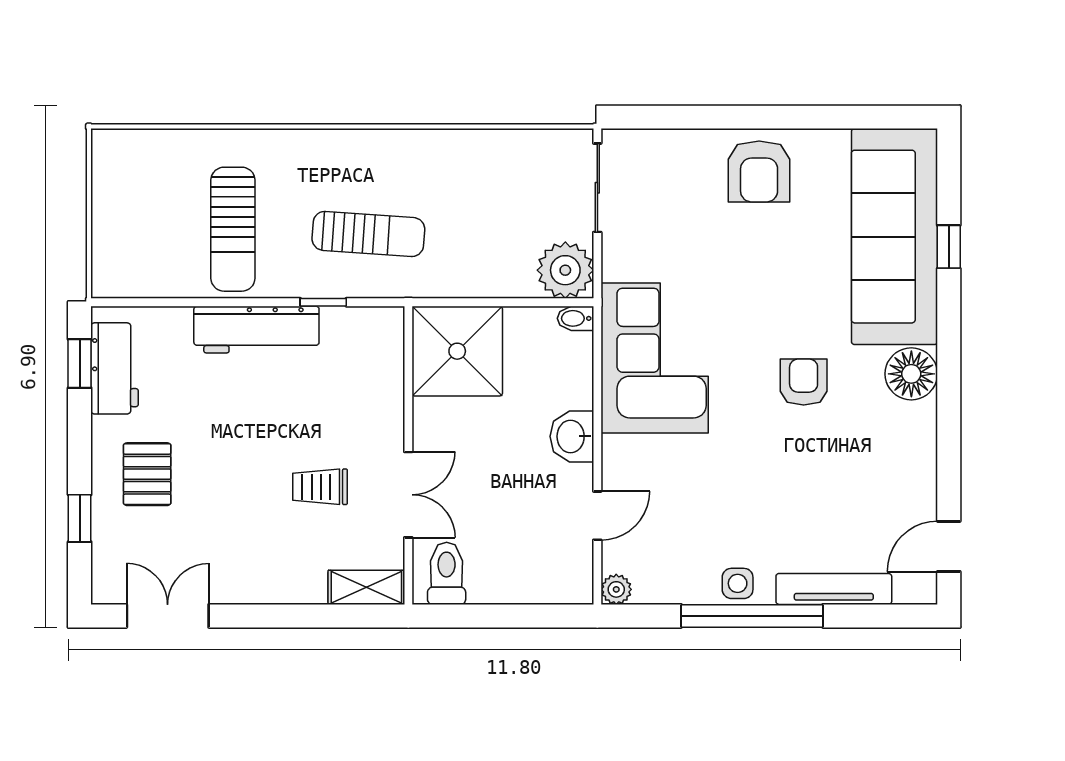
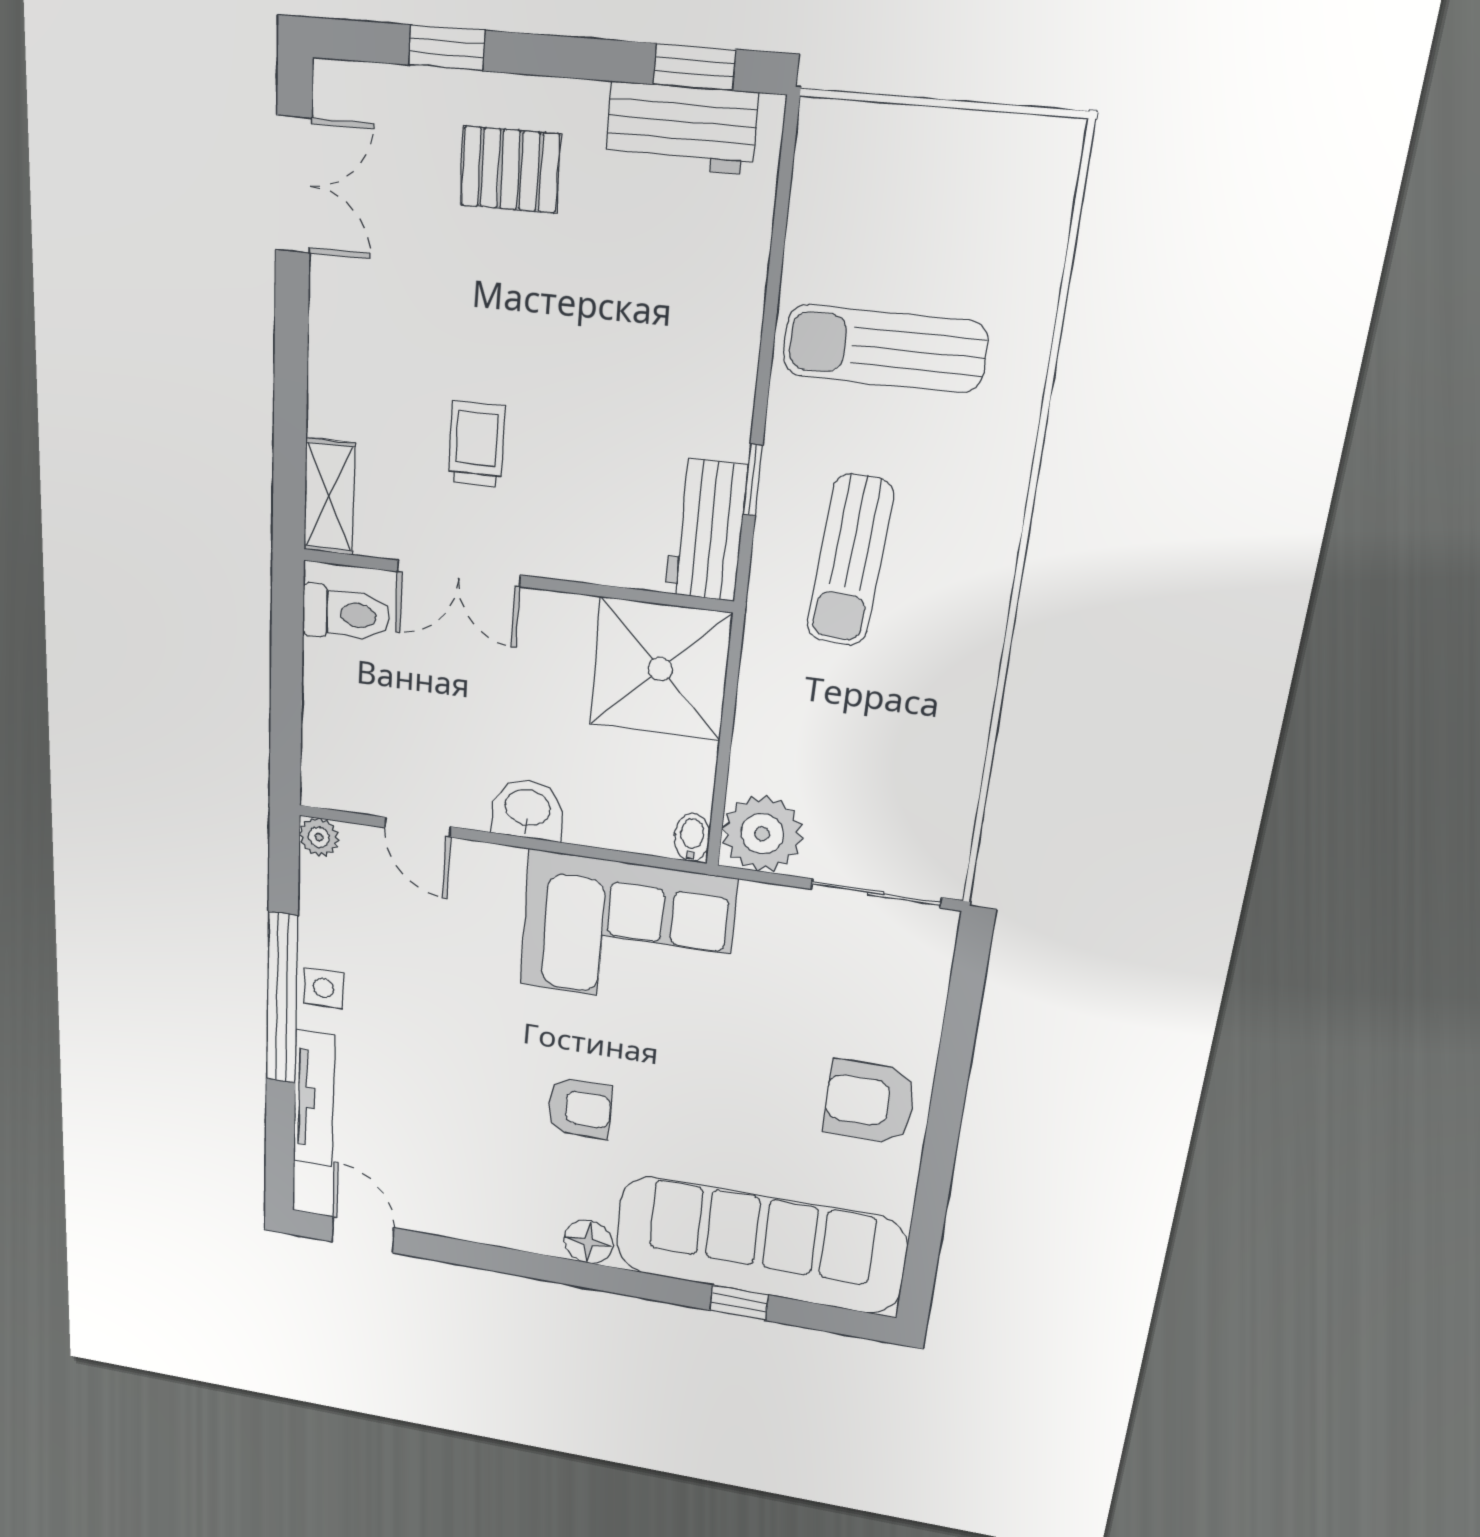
workbench: (256, 330) -> (706, 530), moved, width x0.73
floor lamp: (911, 374) -> (588, 1242), width x0.73, depth x0.73

